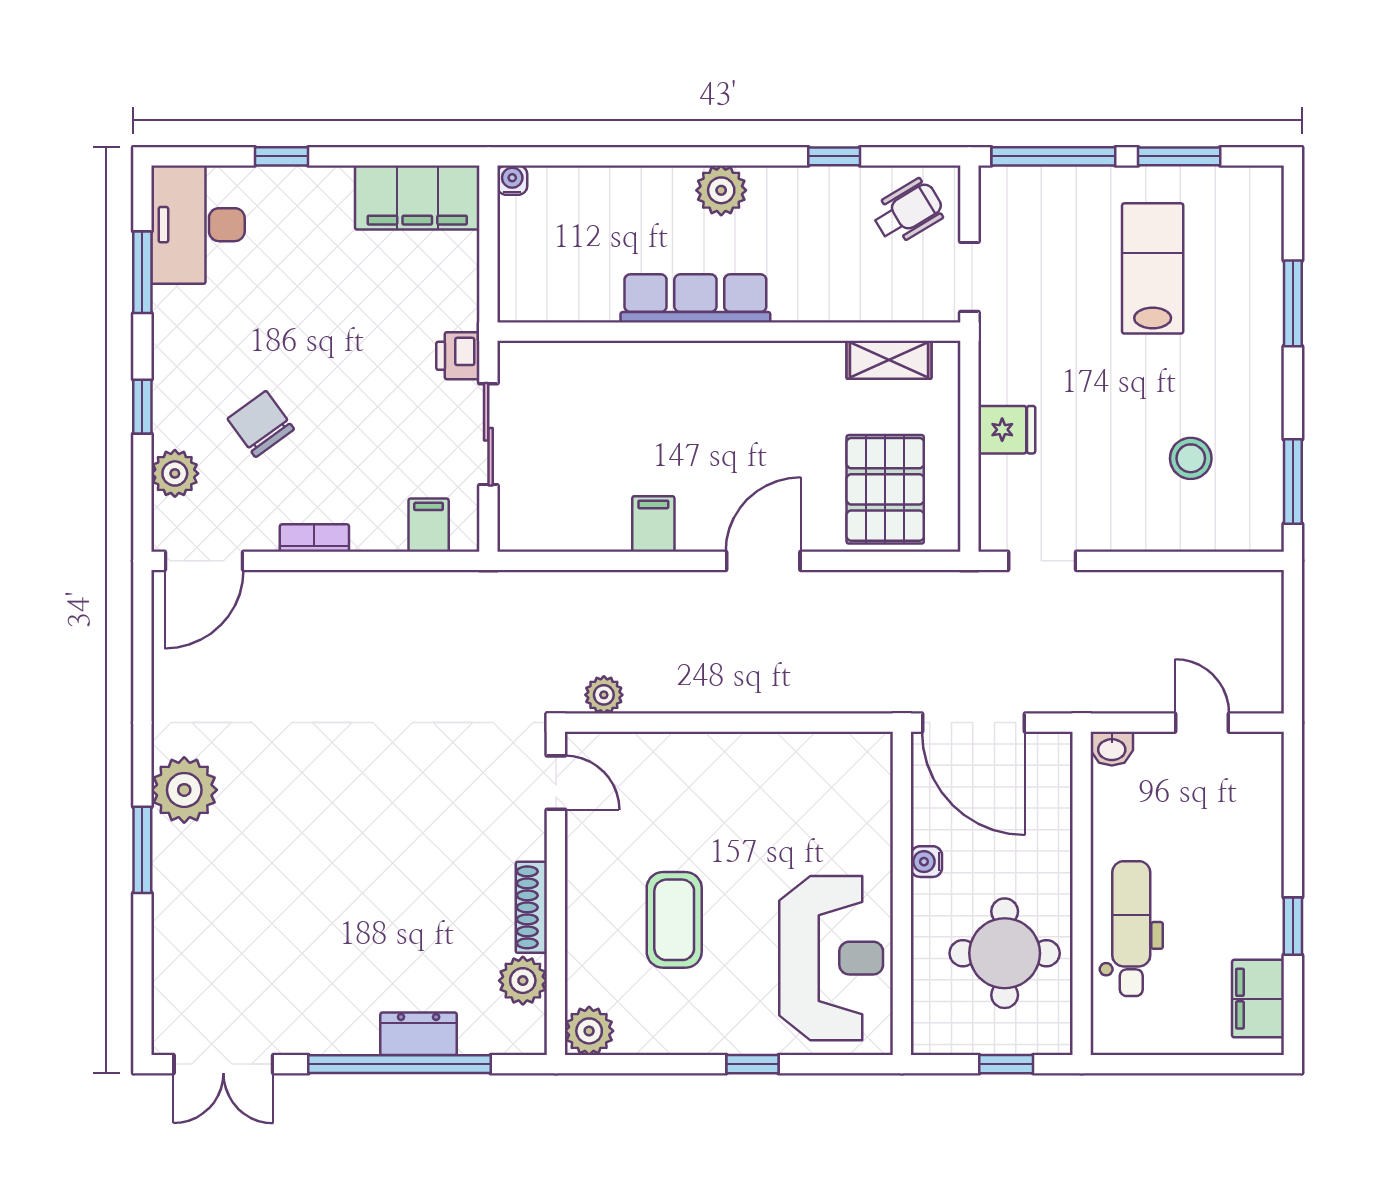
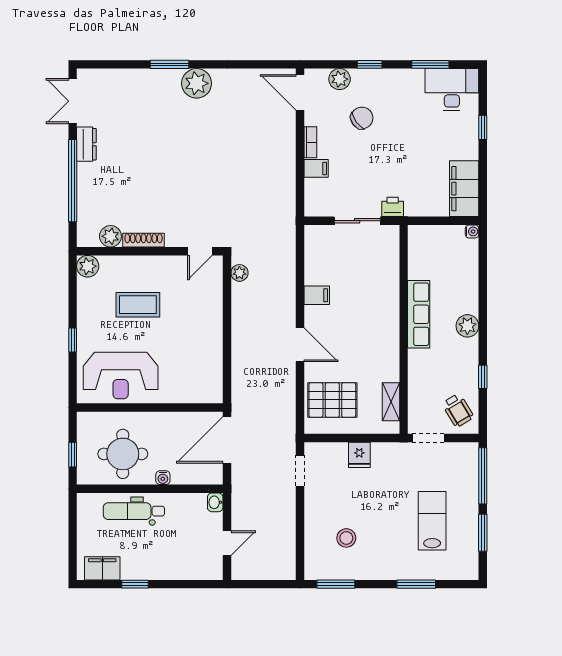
lab bench: (1153, 268) -> (432, 521), turned -90
filing cabinet: (429, 525) -> (316, 168), moved
water cooler: (926, 862) -> (163, 478), moved, turned 180
dental chair: (1131, 929) -> (134, 511), turned 180
dresser: (419, 1034) -> (86, 144), moved

